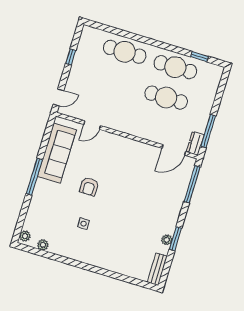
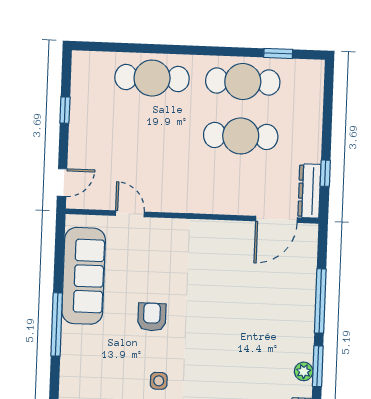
door: (92, 125) -> (130, 214), swing flipped
window: (208, 131) -> (325, 173), width x0.46
dresser: (195, 143) -> (309, 191), width x1.44
window: (192, 184) -> (320, 301), moved
armchair: (89, 187) -> (152, 317), turned 180

